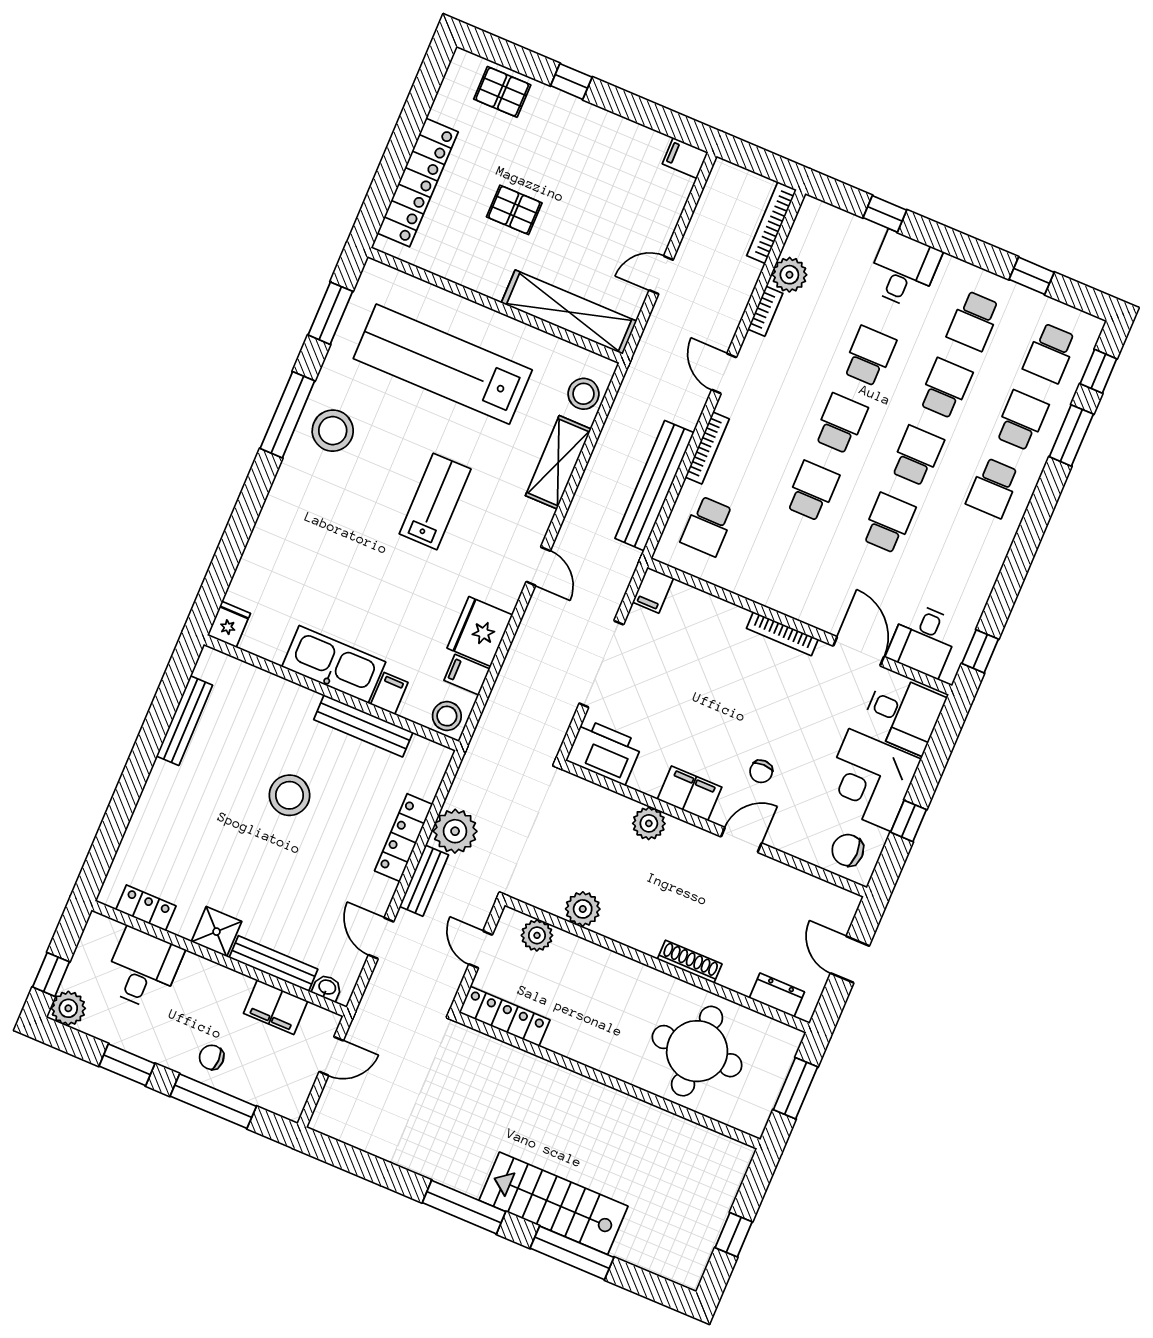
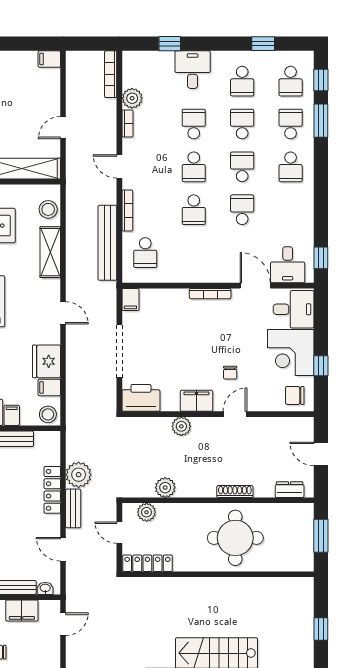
school desk: (841, 424) -> (194, 167), turned 180
school desk: (812, 491) -> (194, 210), turned 180
round table: (697, 1051) -> (235, 538), moved

